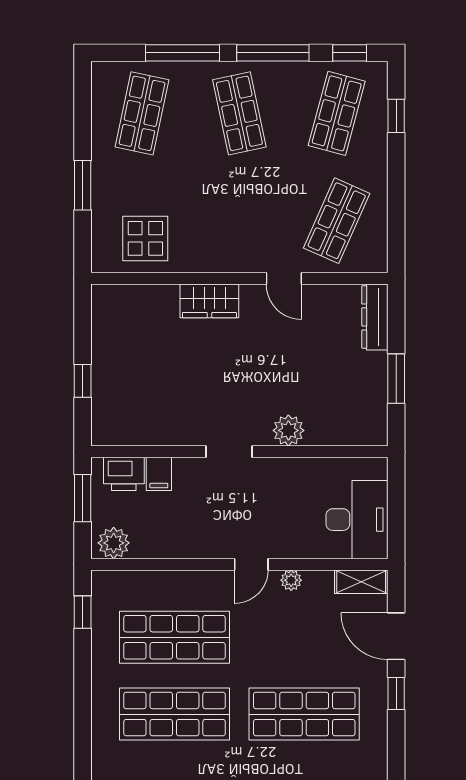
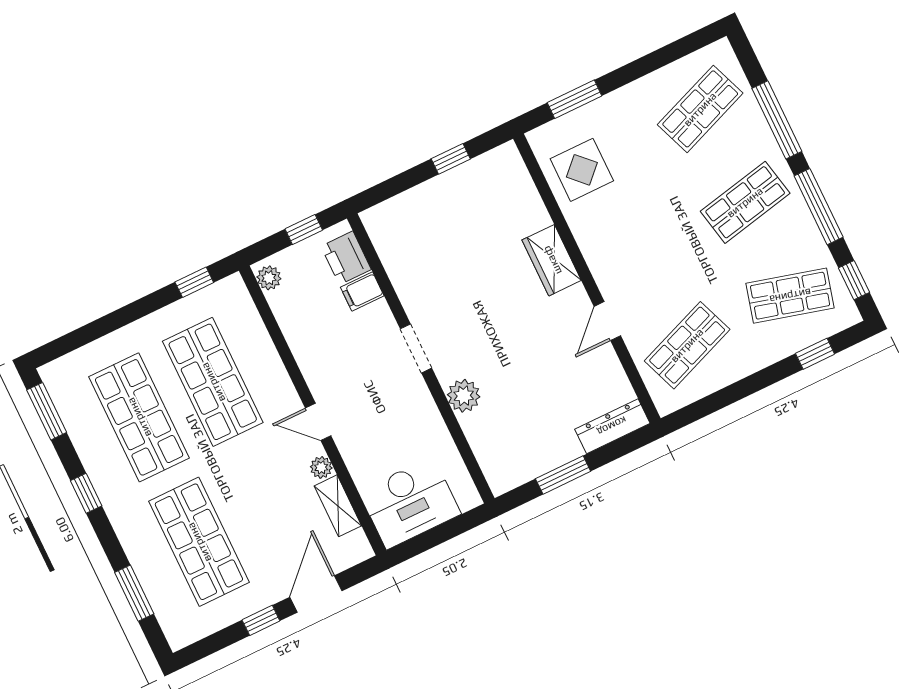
shop shelf: (142, 113) -> (700, 109), turned -33
window: (83, 185) -> (575, 99), moved
shop shelf: (337, 221) -> (687, 345), turned -45
window: (83, 381) -> (451, 159), moved
window: (83, 498) -> (304, 230), width x0.67
plant: (114, 543) -> (269, 278), width x0.73, depth x0.73
shelving: (361, 582) -> (338, 506), moved

